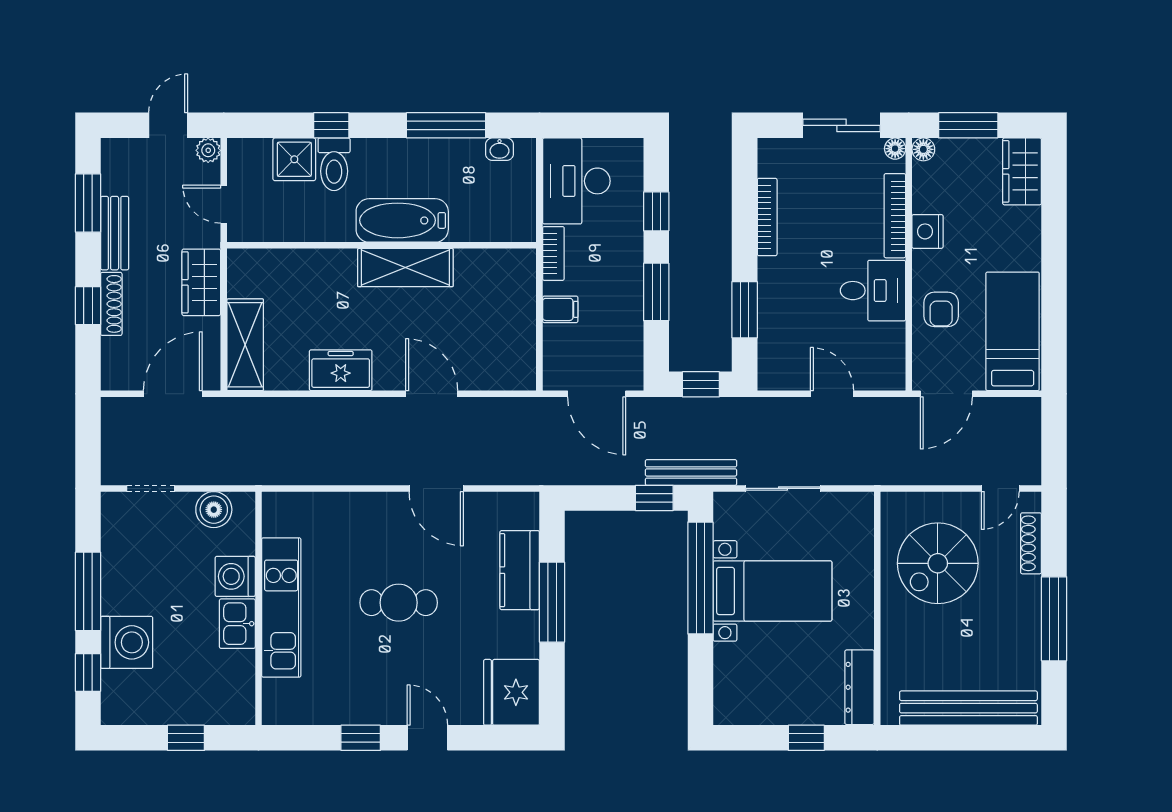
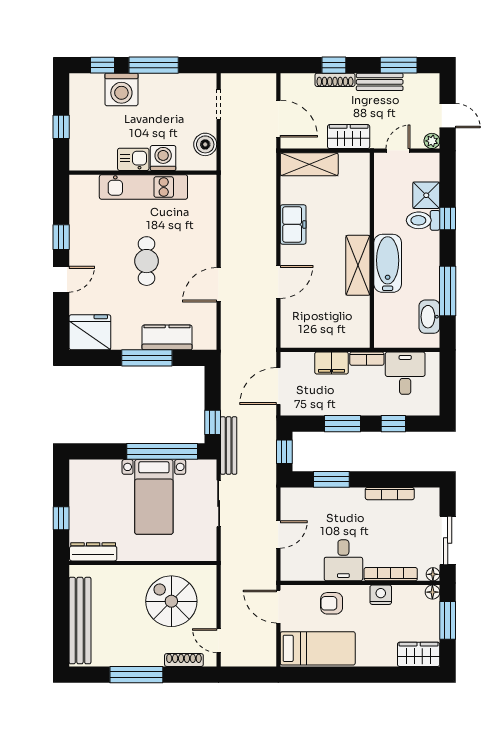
washbasin: (499, 149) -> (429, 317), width x1.91, depth x1.45
desk: (576, 181) -> (405, 373), width x0.73
filing cabinet: (560, 309) -> (332, 363), width x2.00

